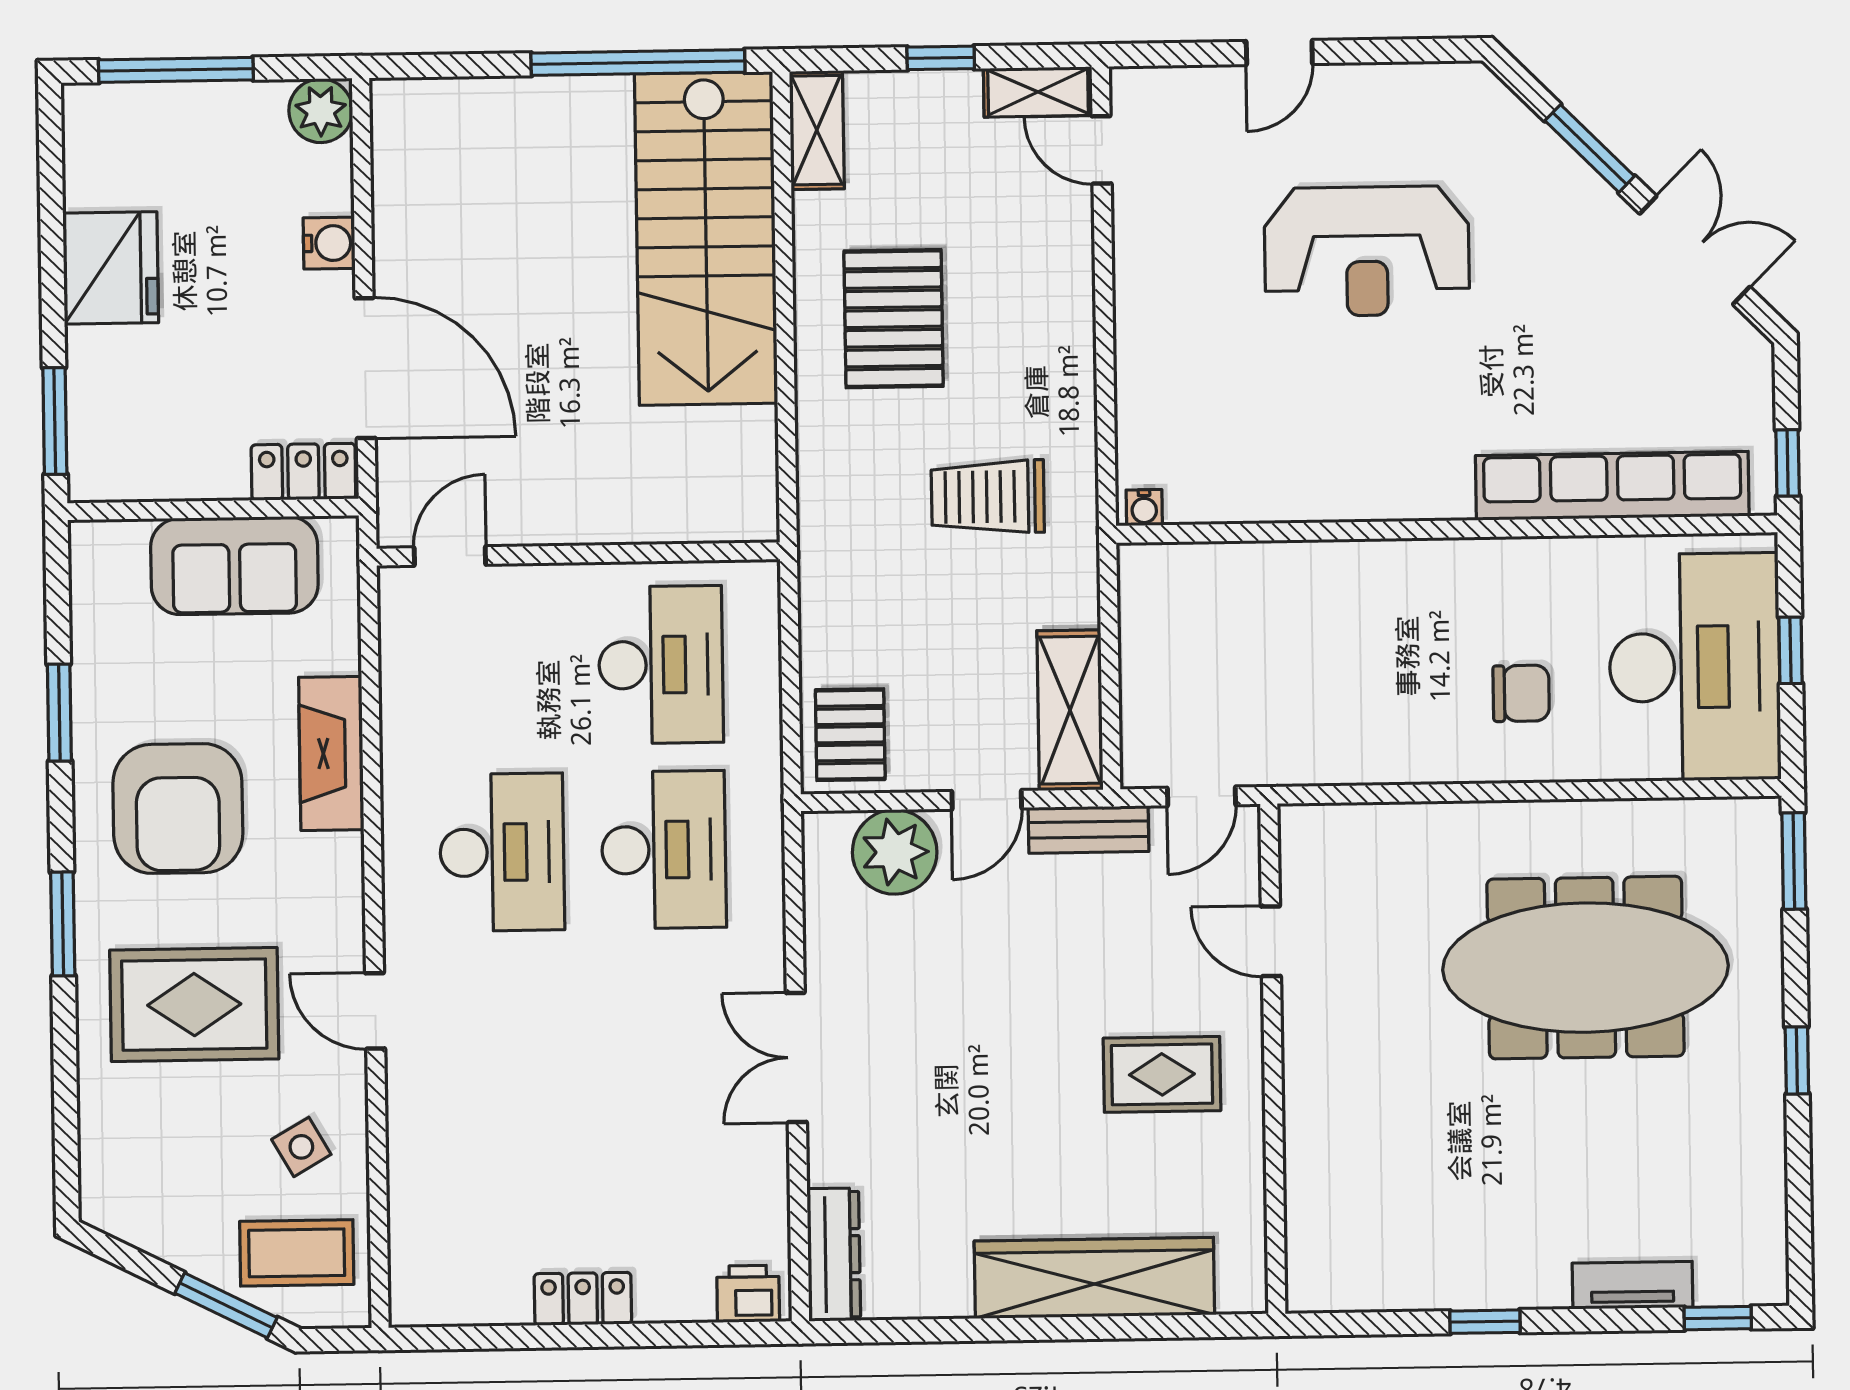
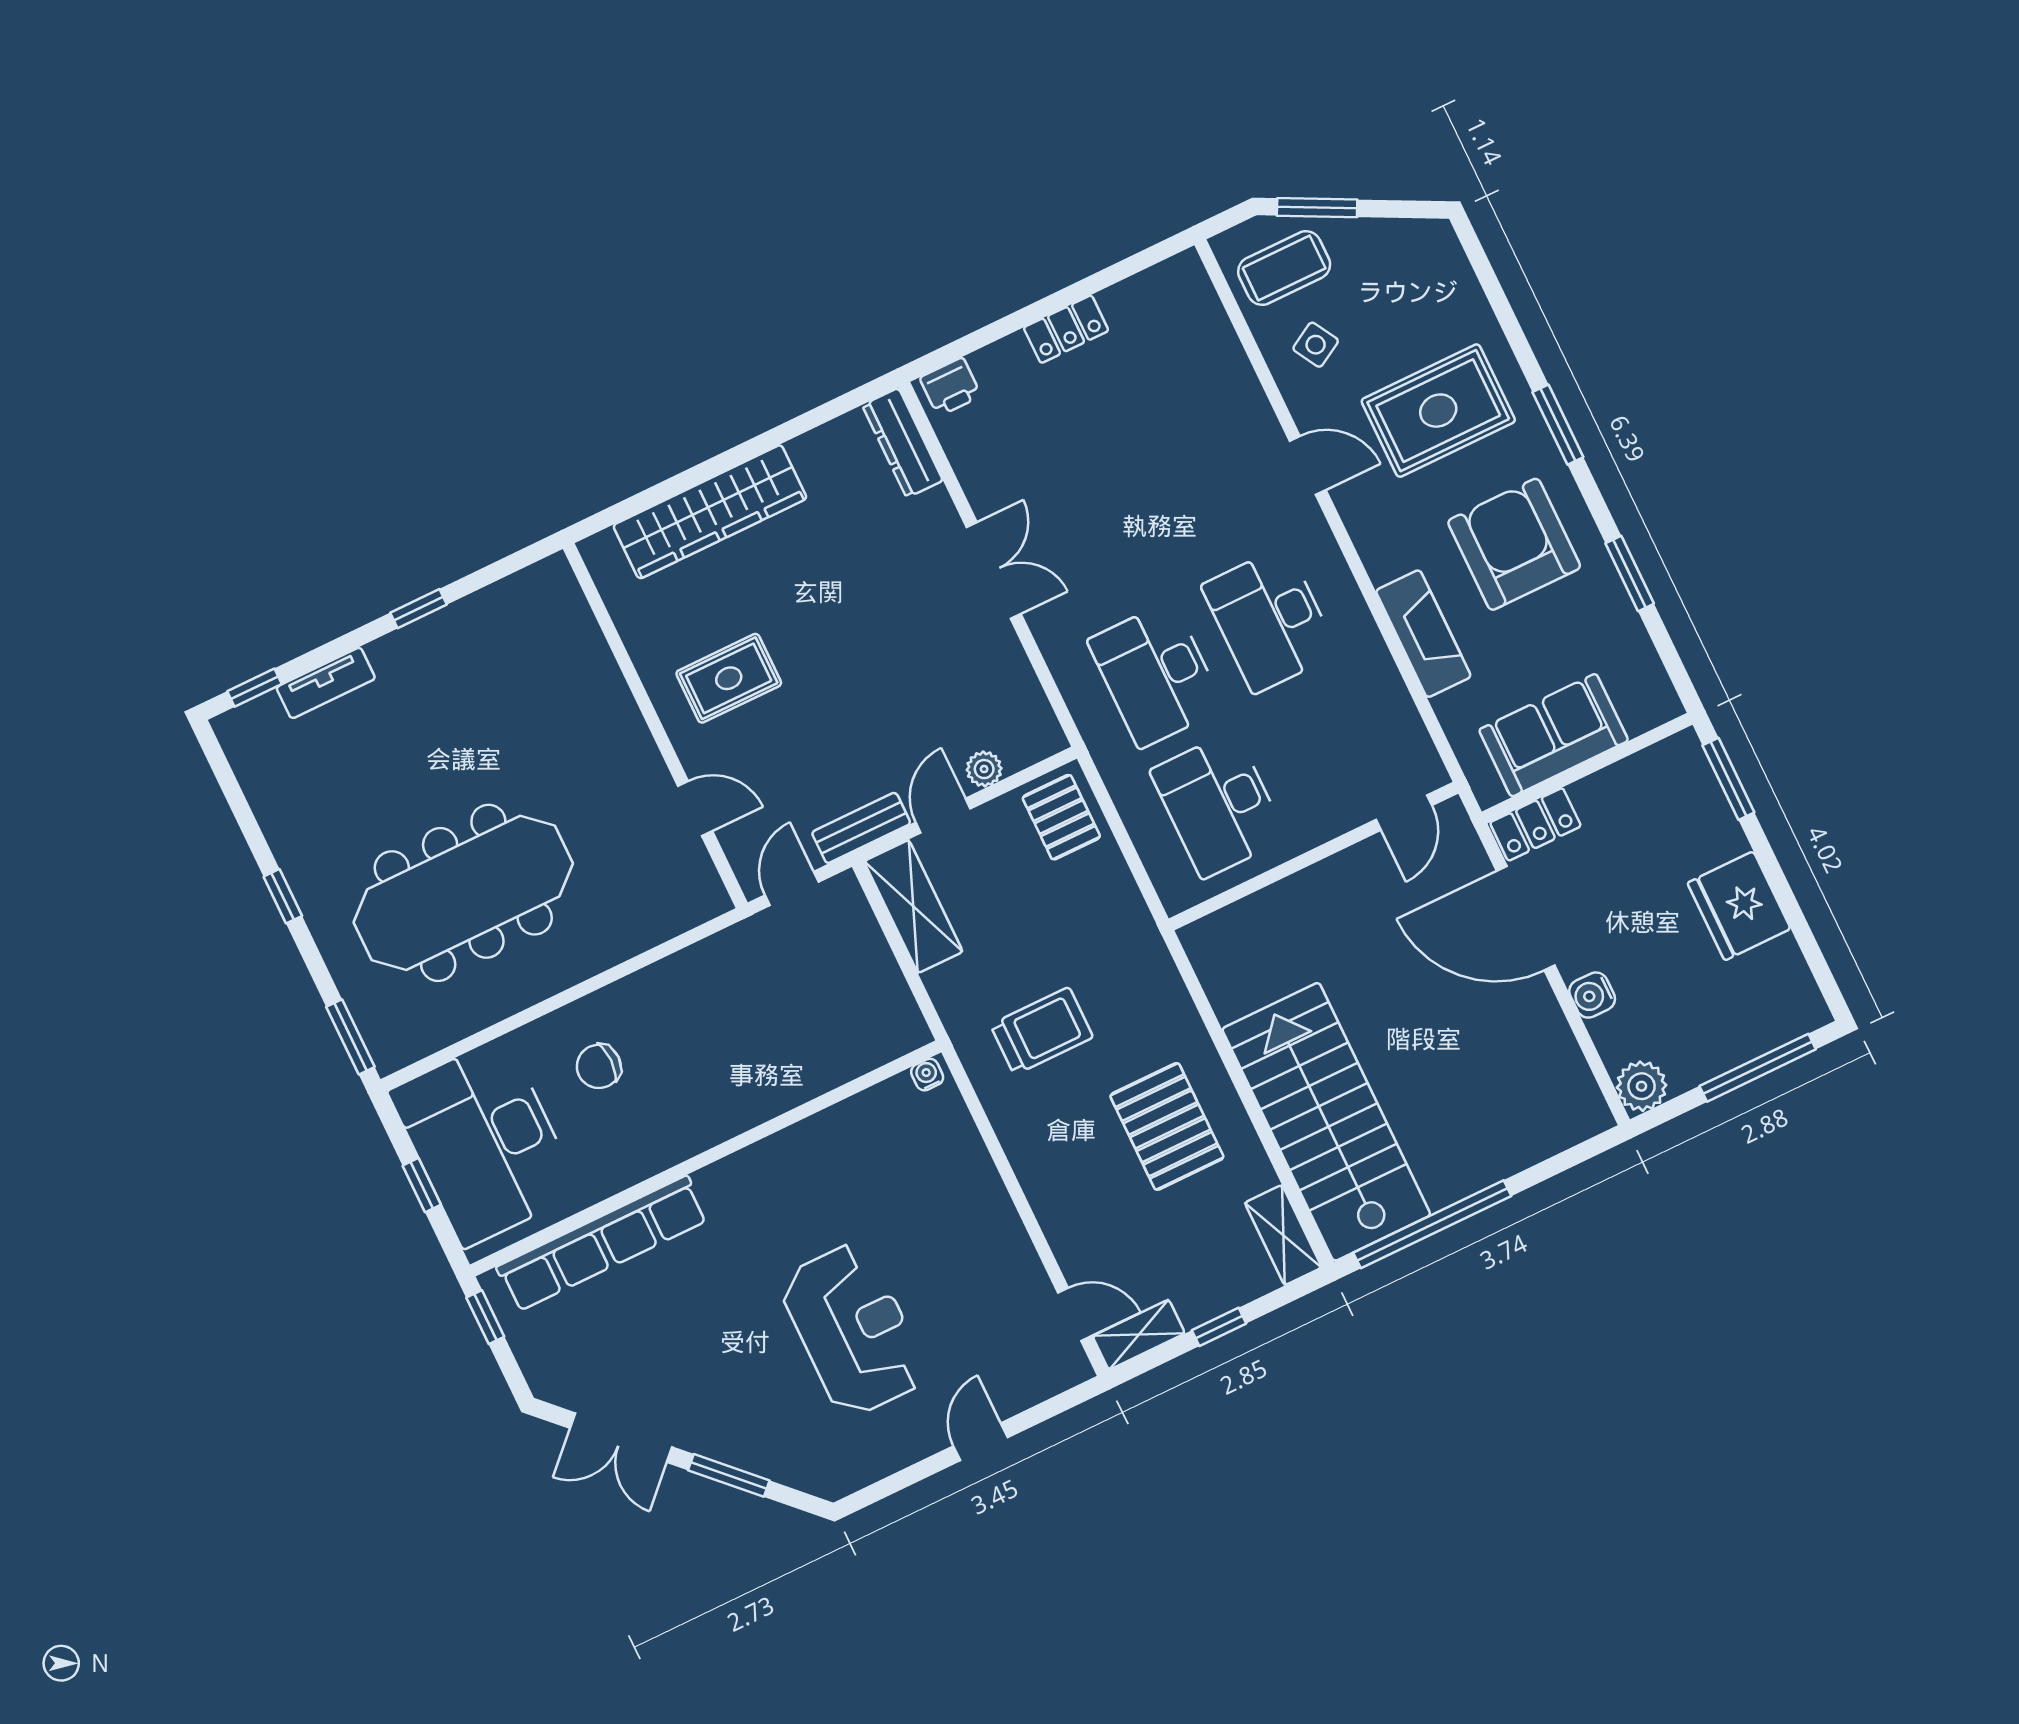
reception desk: (1367, 251) -> (853, 1329), turned 90
plant: (895, 852) -> (984, 769), width x0.53, depth x0.53

